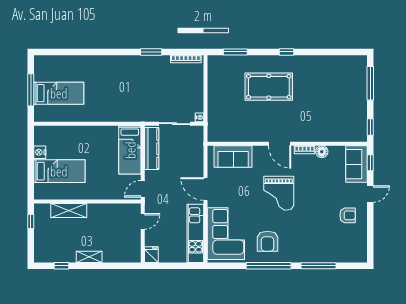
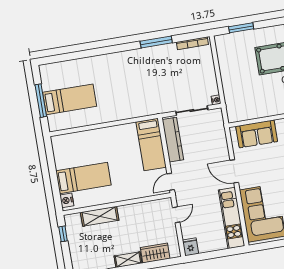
window: (151, 52) -> (156, 42), width x1.44
nightstand: (40, 152) -> (67, 200), moved
wardrobe: (116, 255) -> (155, 253), added

